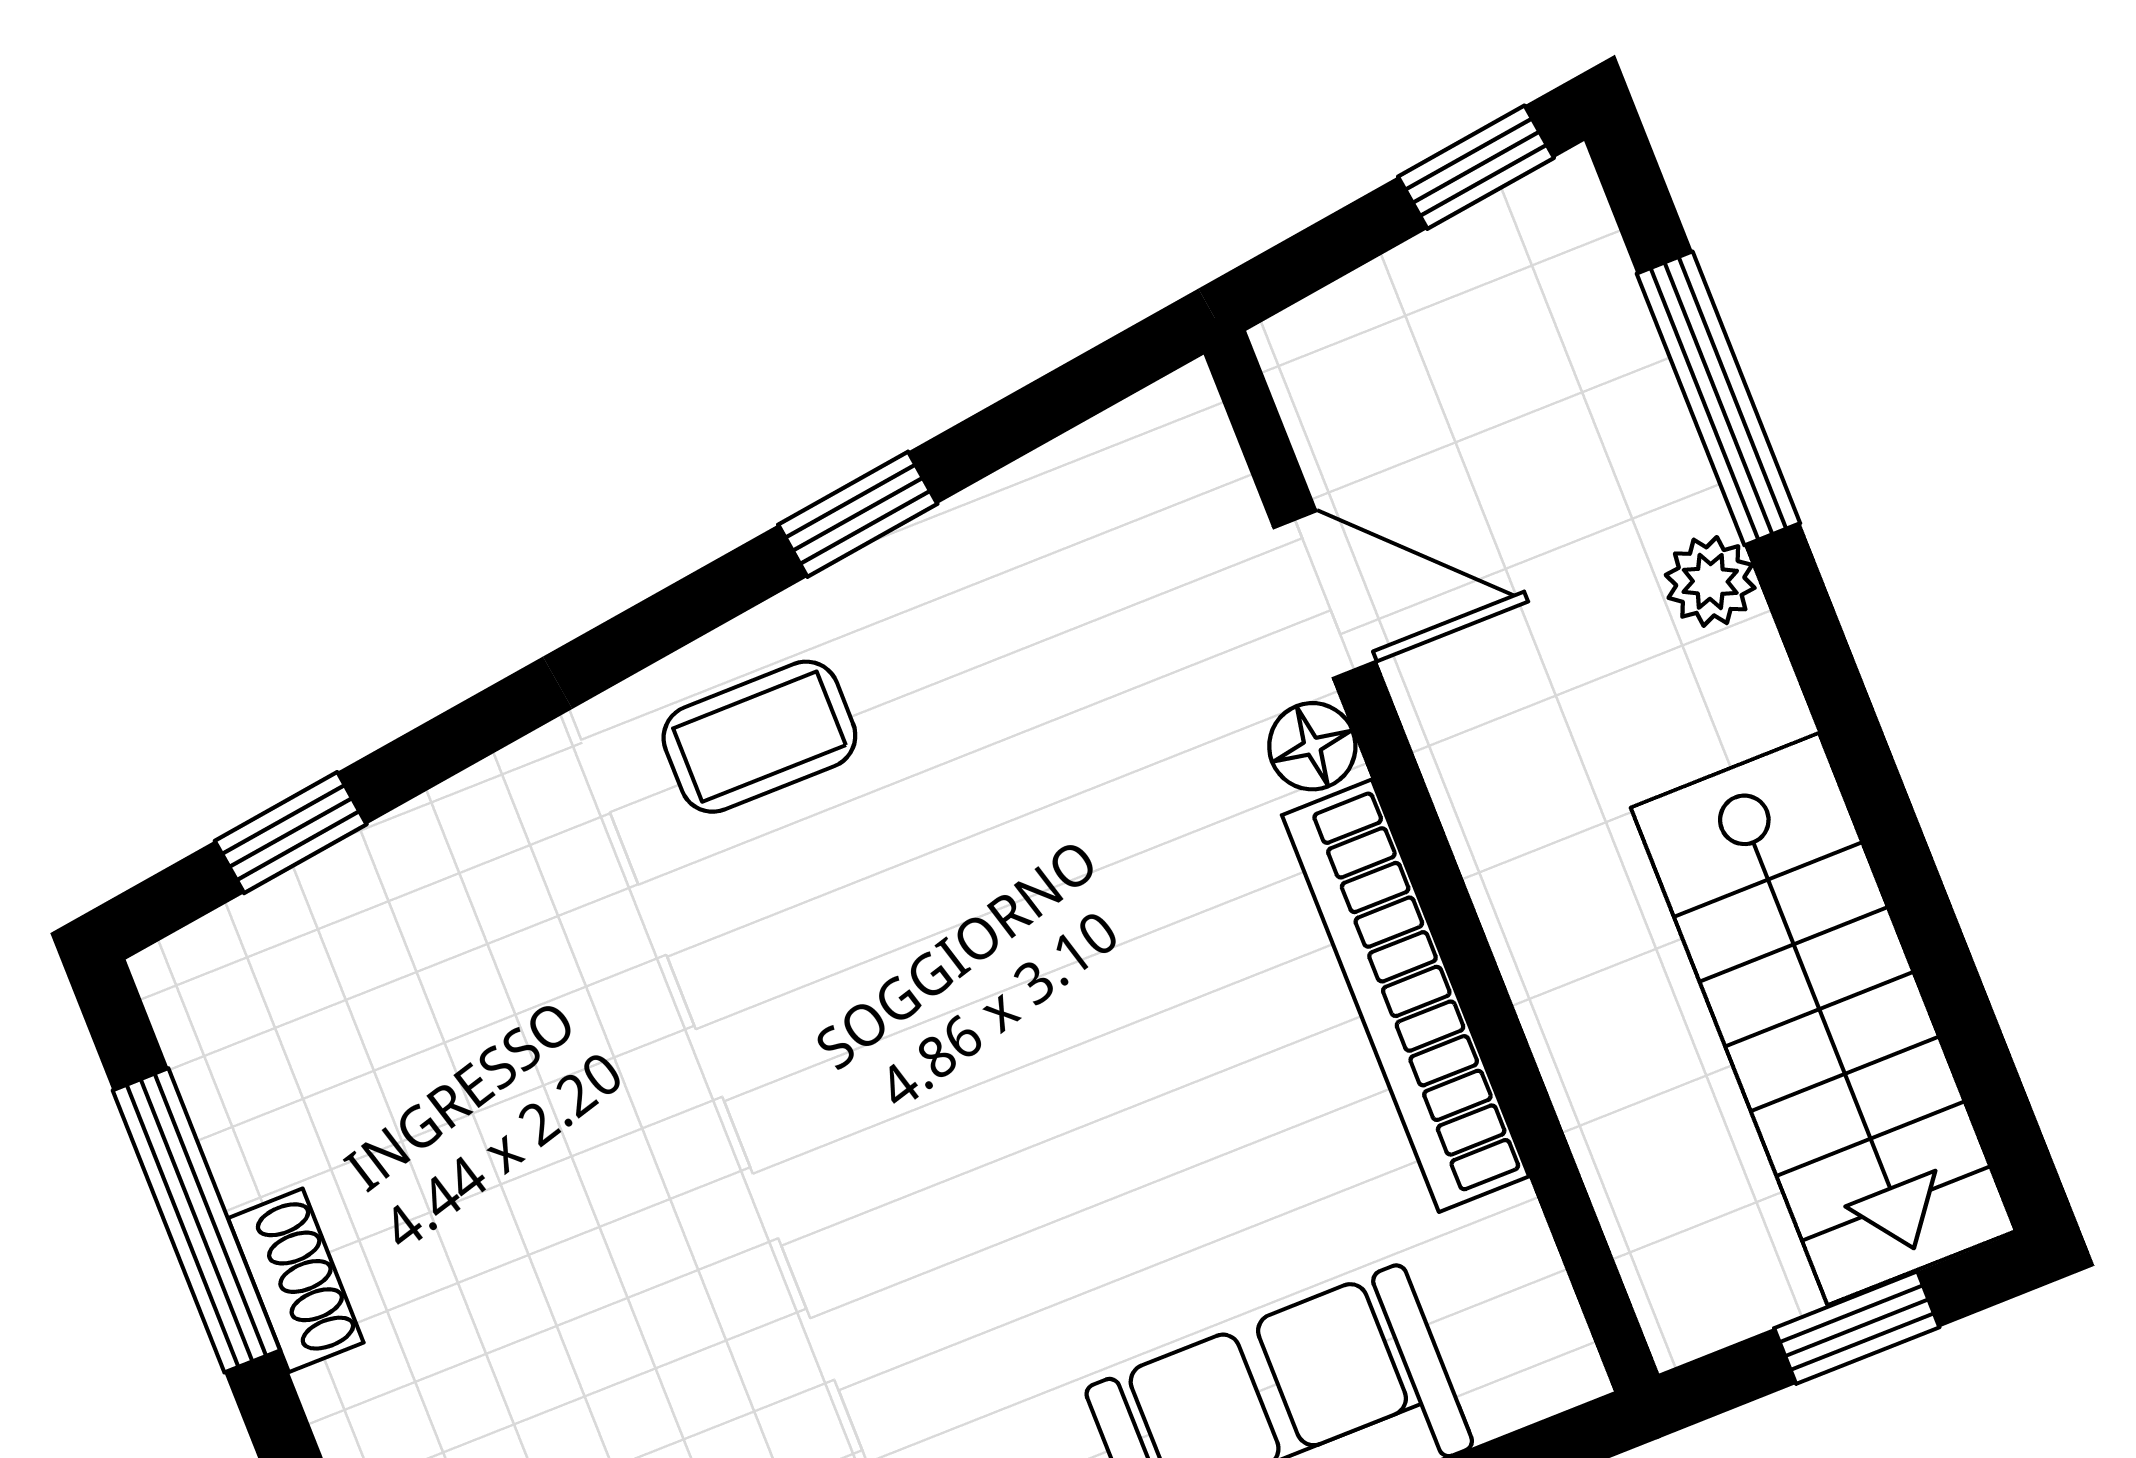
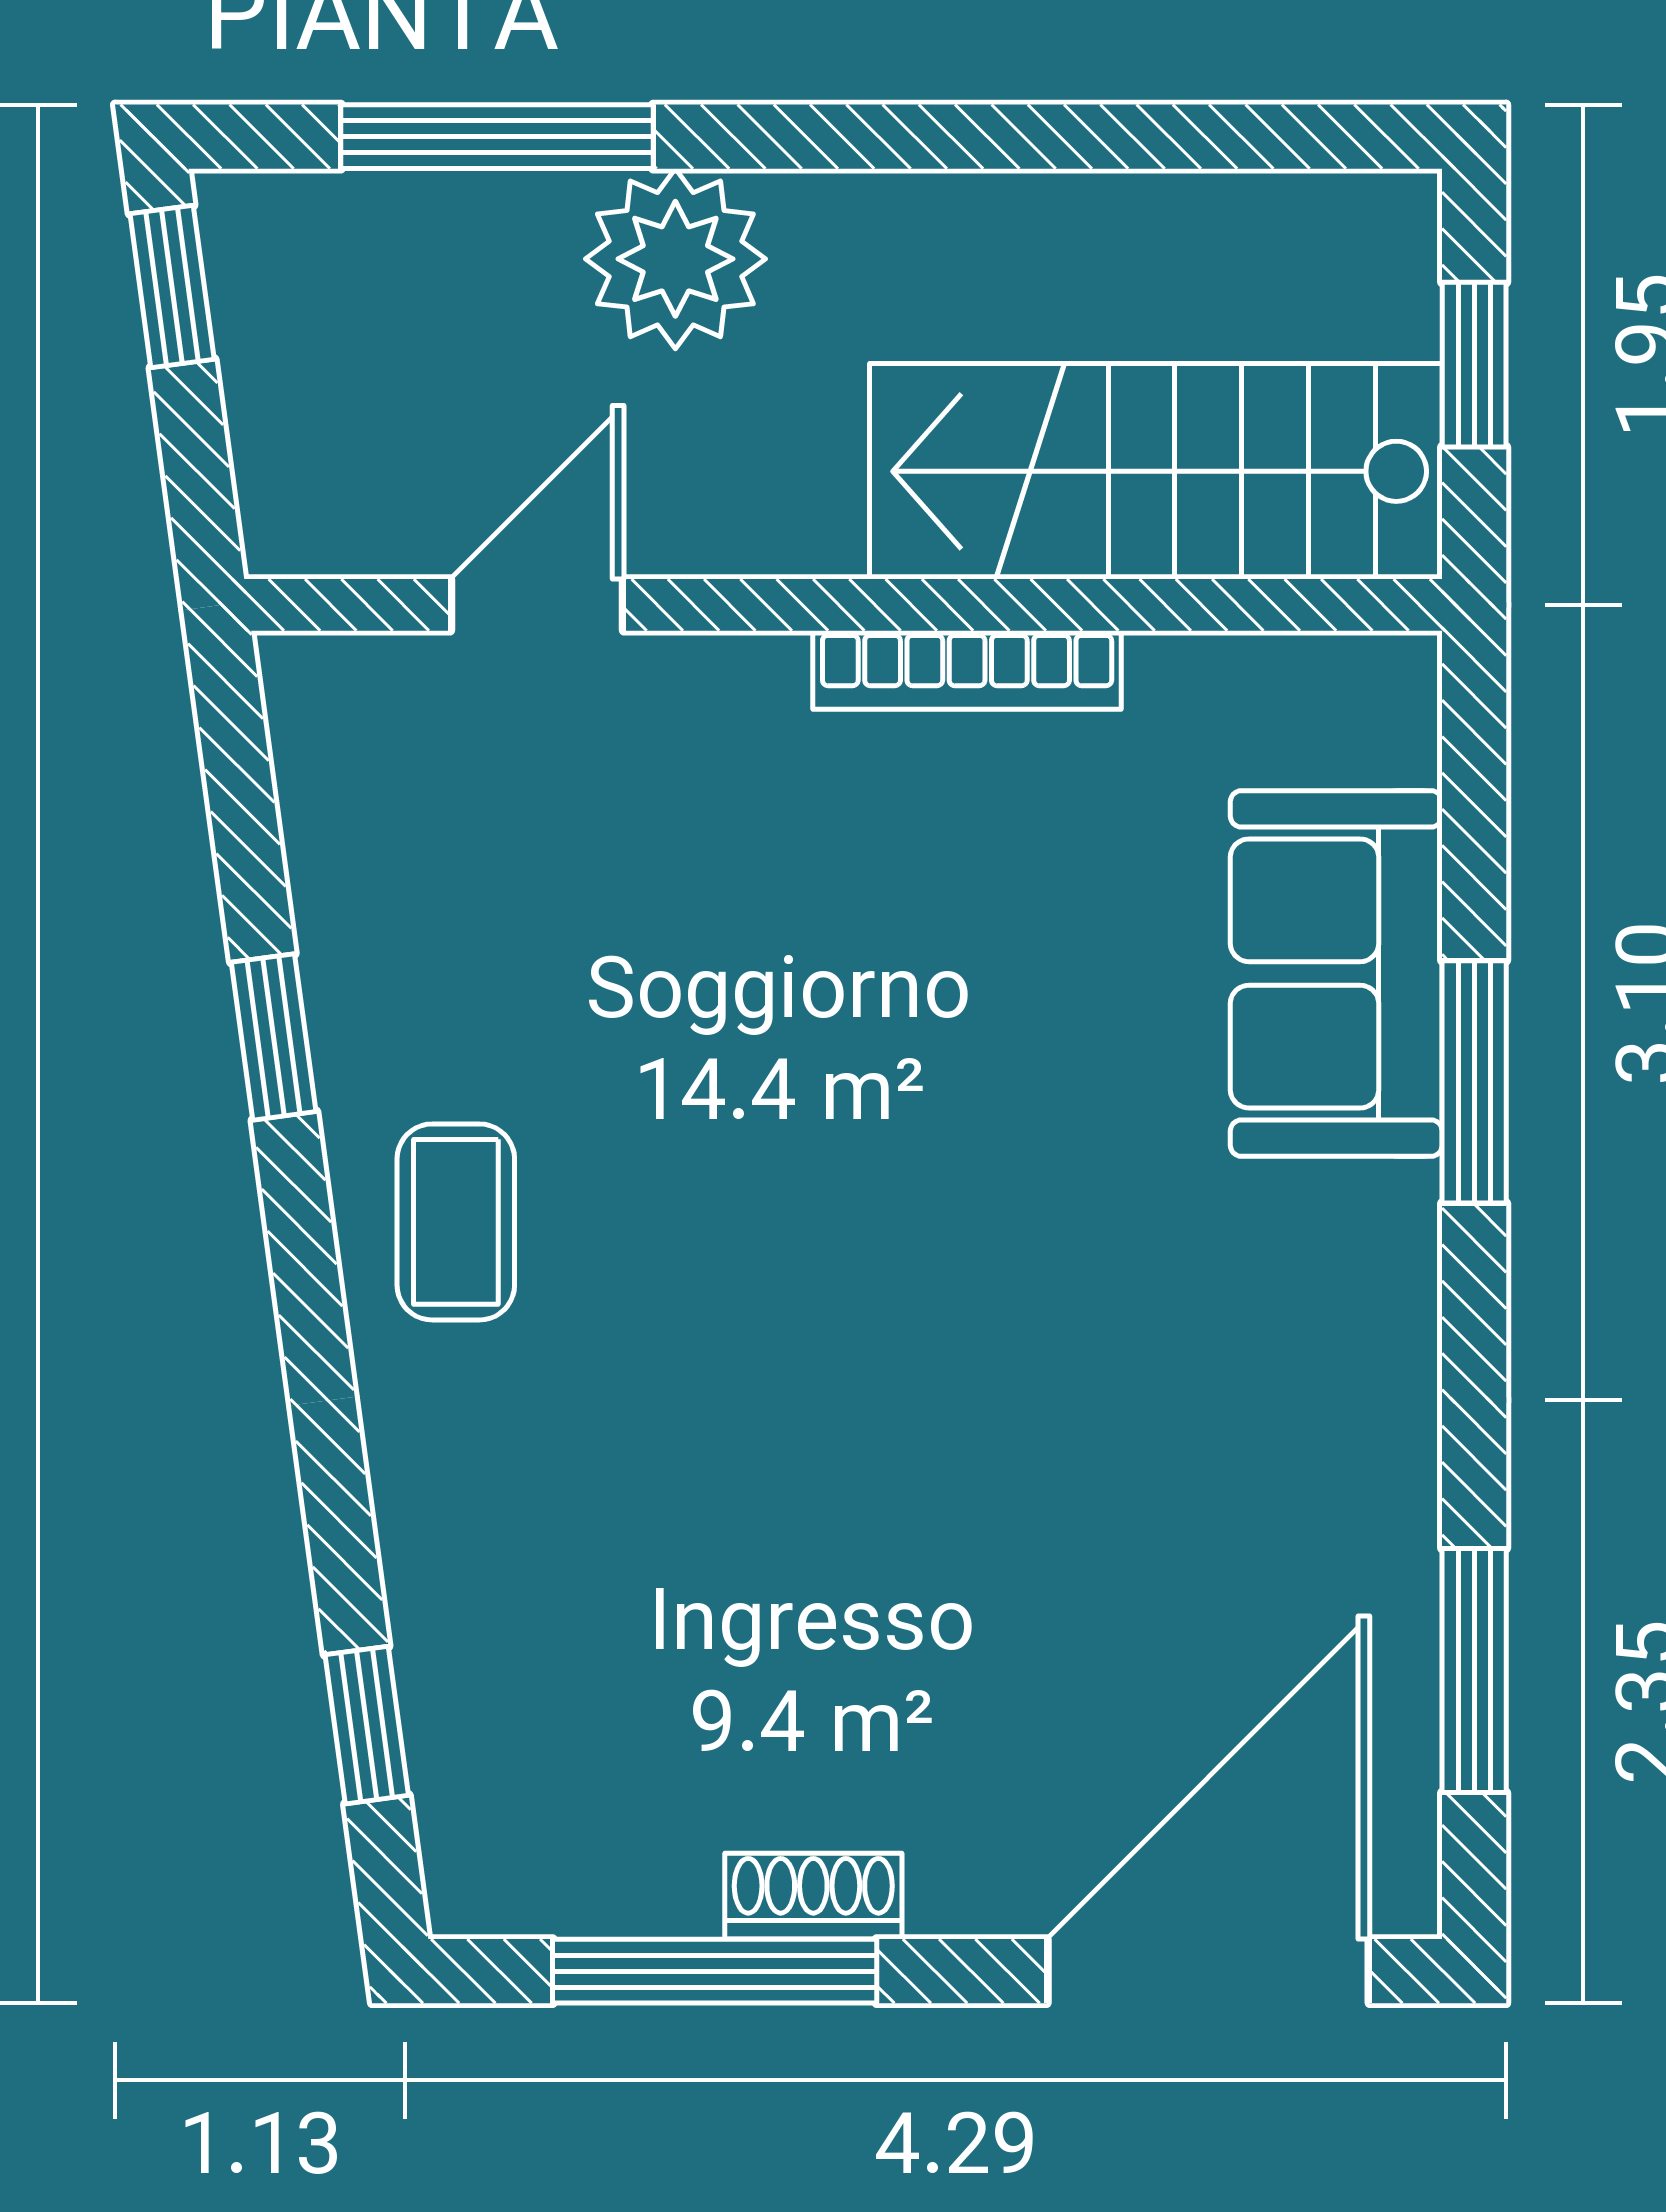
plant: (1710, 581) -> (675, 259), width x1.88, depth x1.88
floor lamp: (1312, 746) -> (683, 677), removed
bookcase: (1405, 996) -> (967, 670), width x0.68, depth x0.76
stairs: (1823, 1019) -> (1156, 471), moved, turned 180

